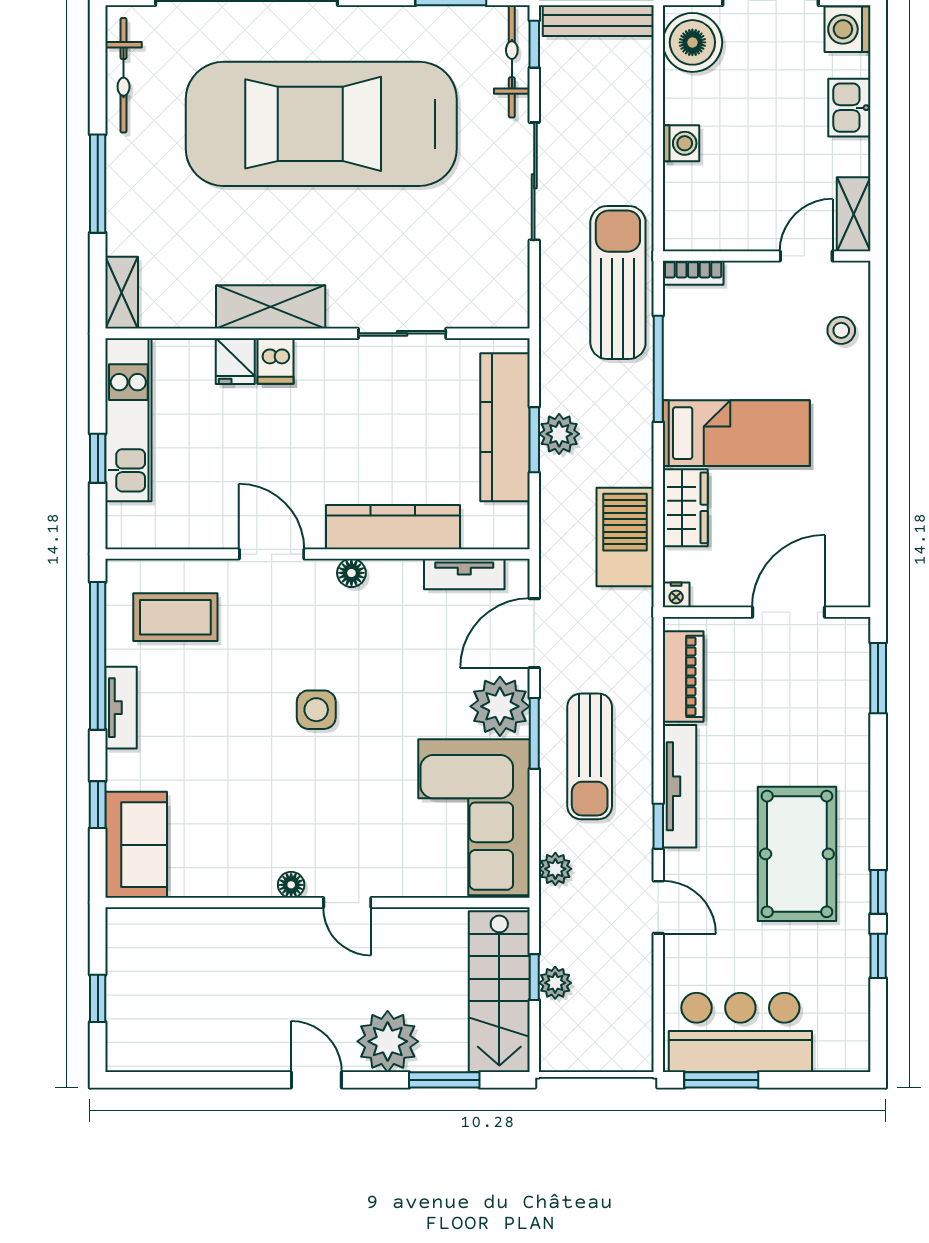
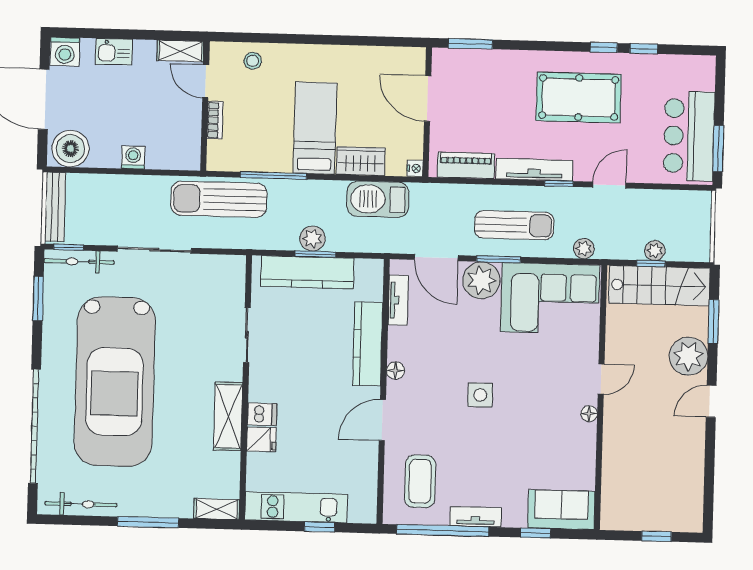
bookcase: (693, 273) -> (215, 120), moved

